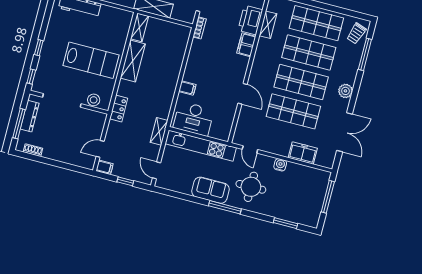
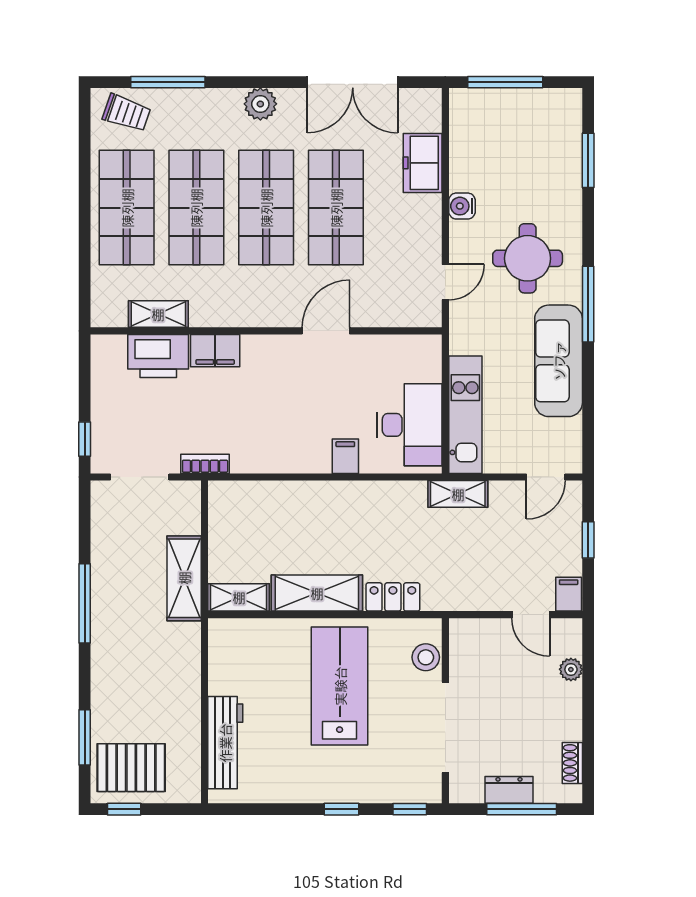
locker: (119, 108) -> (393, 597), moved
dresser: (30, 116) -> (509, 790), width x0.70
double door: (345, 132) -> (353, 82), swing flipped
kitchen unit: (201, 146) -> (465, 415), width x0.73
plant: (73, 160) -> (571, 669), added
sofa: (210, 190) -> (559, 361), width x1.36

